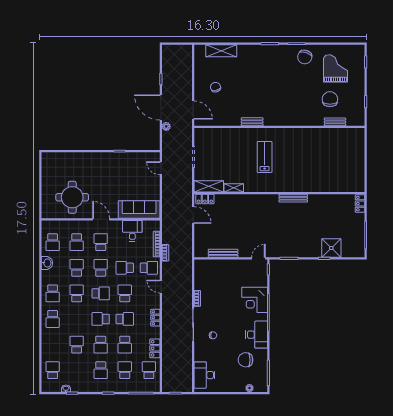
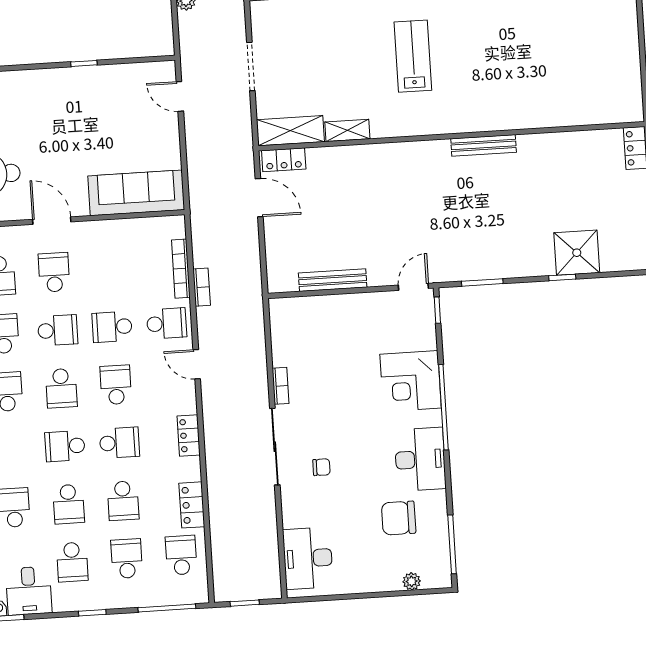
desk: (132, 231) -> (29, 591), moved, turned 180
school desk: (101, 268) -> (58, 330), turned 90
school desk: (101, 293) -> (61, 388), turned 90

